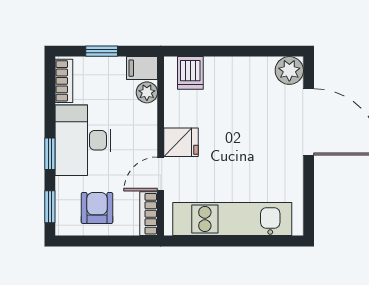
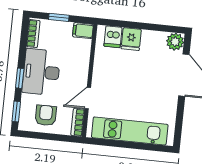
plant: (147, 92) -> (84, 46), removed
fridge: (181, 142) -> (131, 39), moved, turned 90

